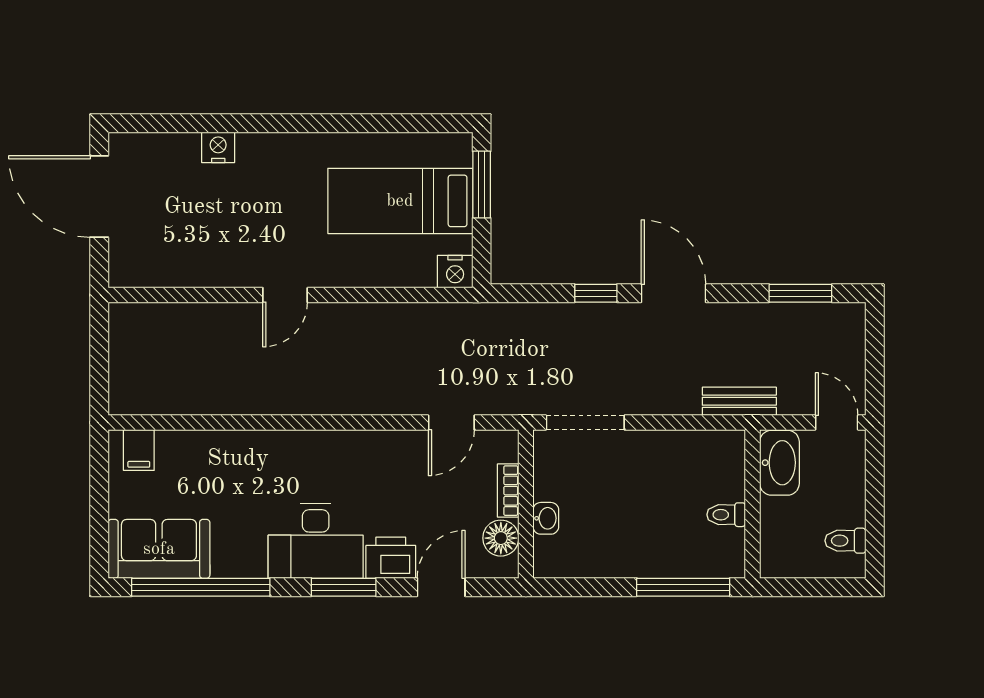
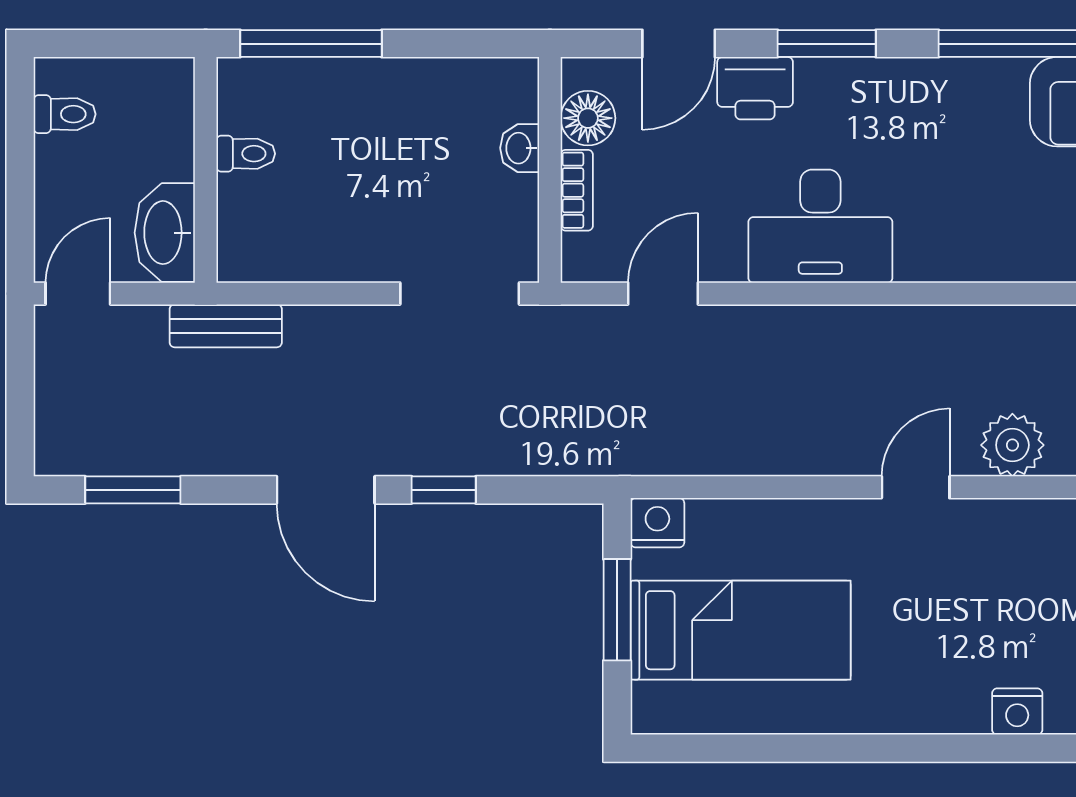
window: (482, 185) -> (617, 610), moved
plant: (221, 323) -> (1012, 445), added
door: (837, 422) -> (78, 294), swing flipped
desk: (316, 541) -> (820, 226), moved, turned 180

